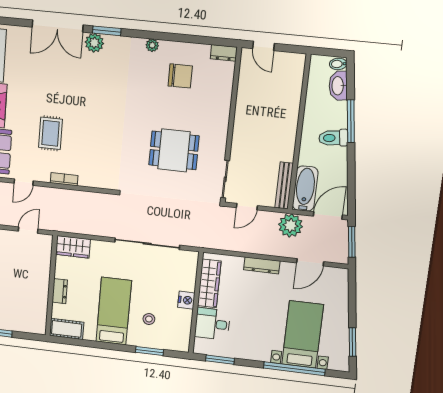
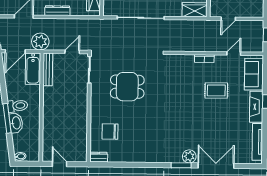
plant: (152, 45) -> (149, 158), removed
door: (264, 46) -> (59, 164), moved
chair: (180, 76) -> (110, 132), moved
washbasin: (338, 86) -> (16, 123), moved
rug: (50, 133) -> (216, 90), turned 90

